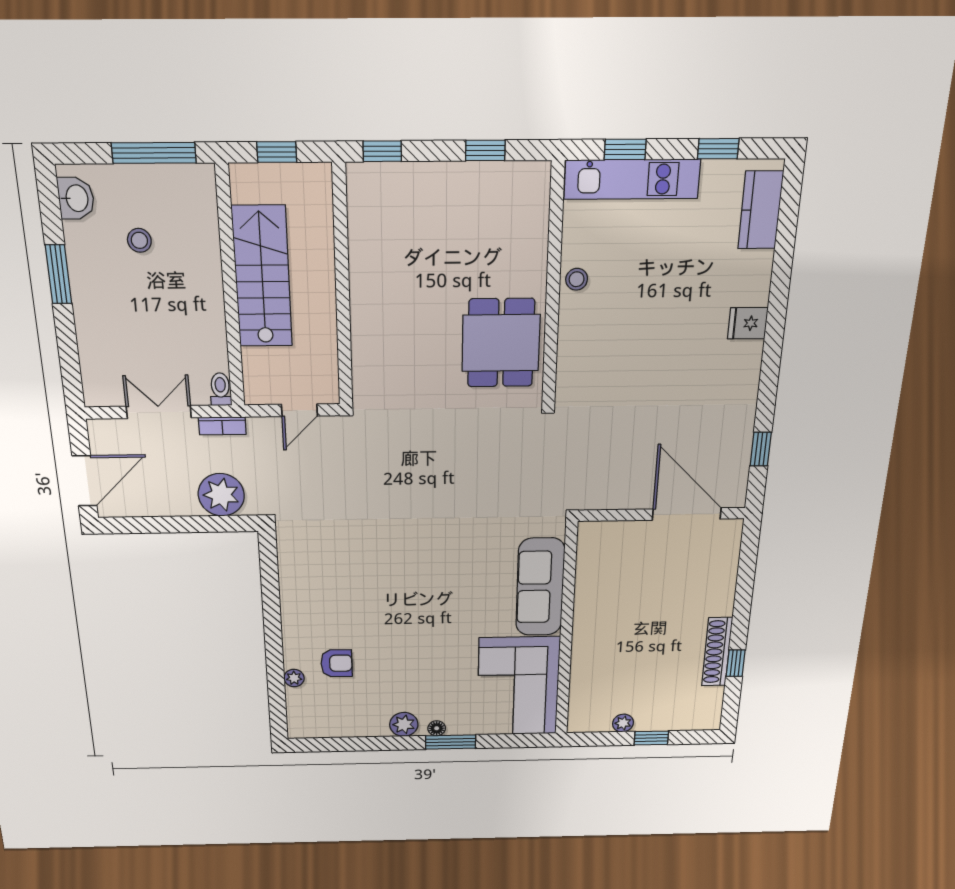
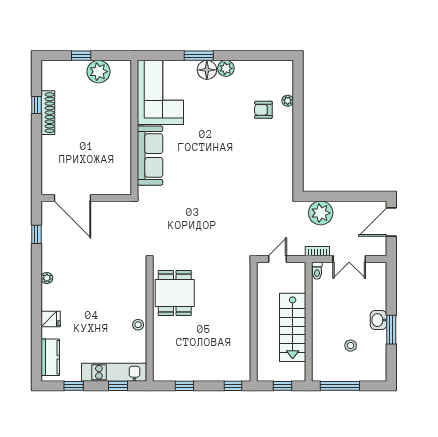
washbasin: (76, 198) -> (378, 320), moved
fridge: (748, 323) -> (51, 319), moved
plant: (750, 369) -> (47, 278), added
plant: (623, 723) -> (98, 72), width x1.87, depth x1.87
floor lamp: (437, 728) -> (207, 70), width x1.89, depth x1.89

